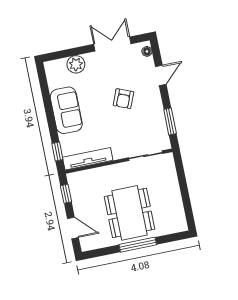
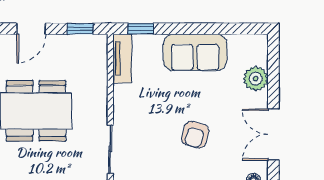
double door: (112, 44) -> (273, 135), swing flipped
armchair: (123, 99) -> (195, 135), turned -96
tv unit: (88, 159) -> (122, 58), width x0.71

